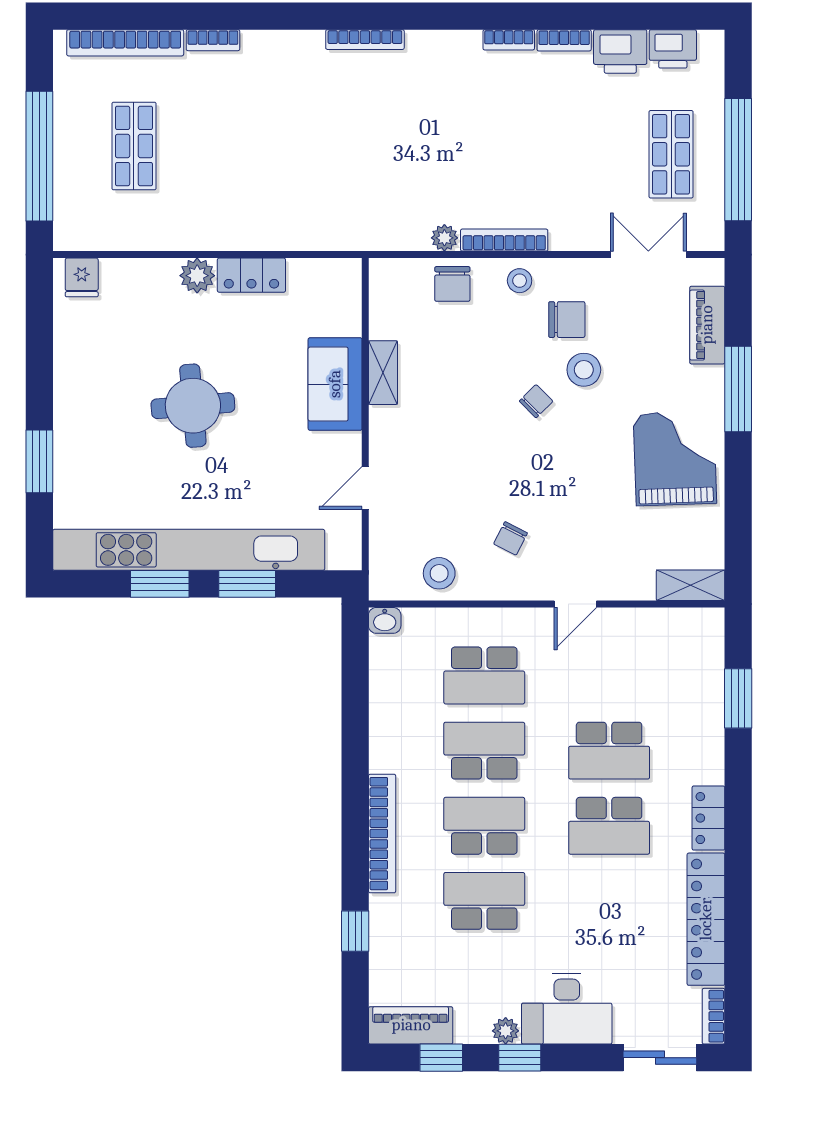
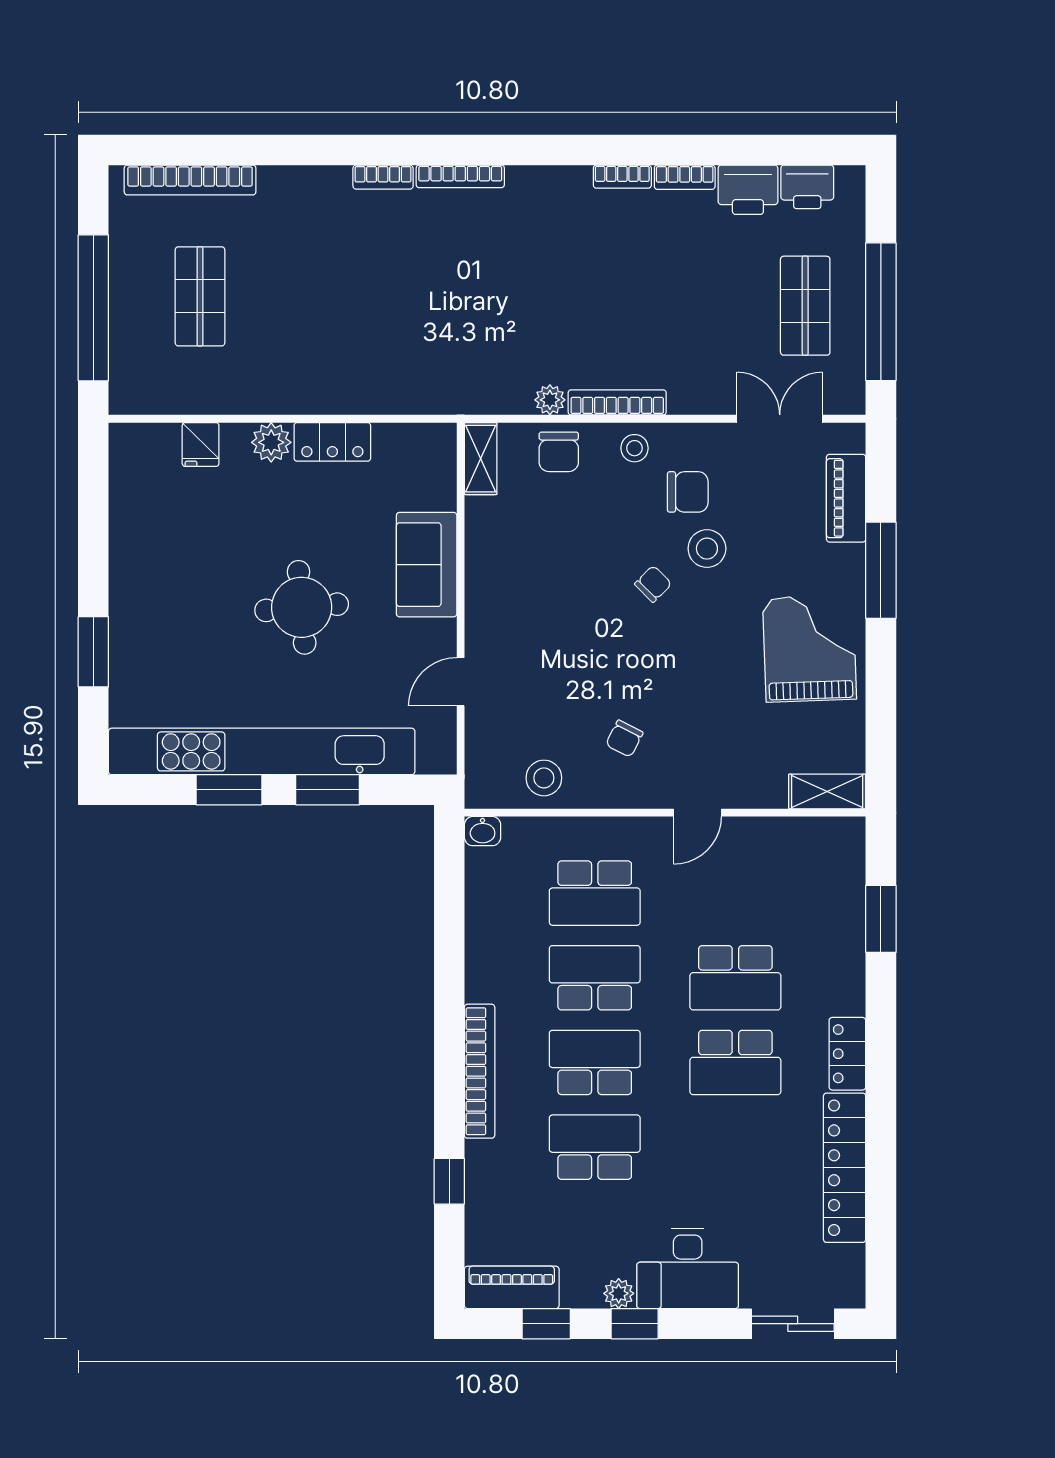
bookcase: (213, 40) -> (383, 177), moved
fridge: (82, 277) -> (201, 445), moved
shelving: (383, 373) -> (481, 459), moved
round table: (193, 406) -> (302, 607), moved
bookcase: (714, 1016) -> (853, 1277), removed

